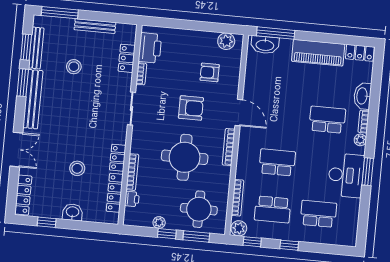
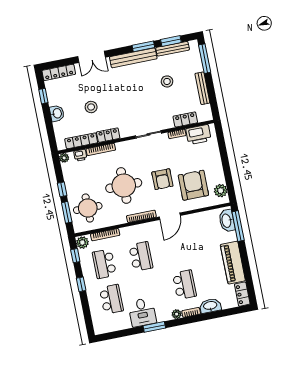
armchair: (210, 72) -> (193, 185), width x1.88, depth x1.88
desk: (346, 175) -> (142, 312), width x0.73
plant: (159, 223) -> (64, 158), moved

